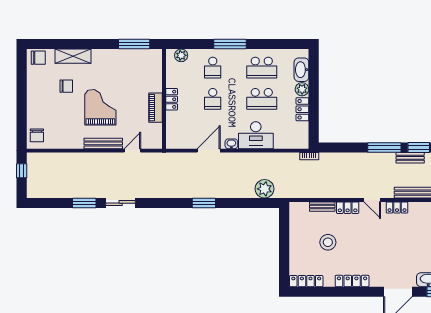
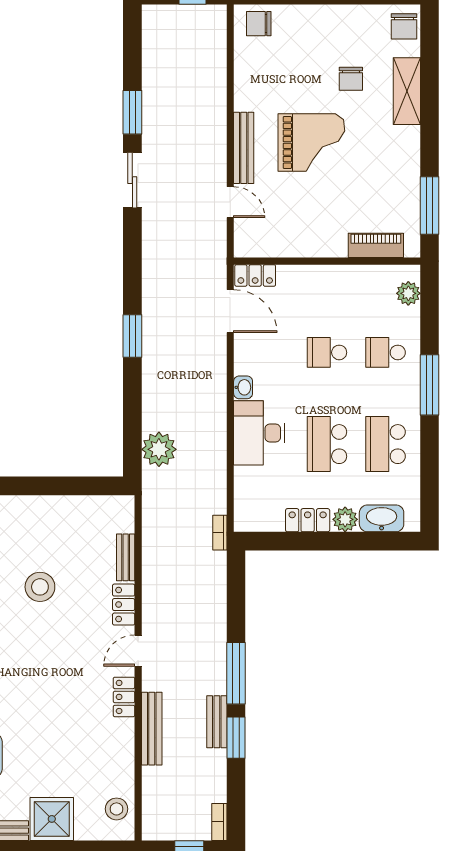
locker: (172, 99) -> (255, 275), moved
piano: (155, 108) -> (376, 245), moved
door: (209, 151) -> (230, 311), moved
stool: (328, 242) -> (40, 587), moved

